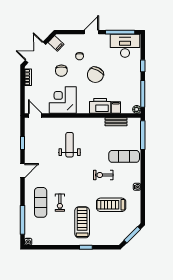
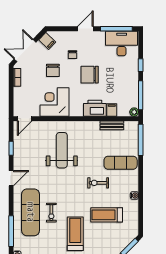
chair: (95, 75) -> (90, 75), turned 63
door: (35, 115) -> (25, 119), swing flipped
weight bench: (70, 145) -> (62, 150), width x1.36, depth x1.33
exercise mat: (41, 202) -> (31, 212), width x1.36, depth x1.45

